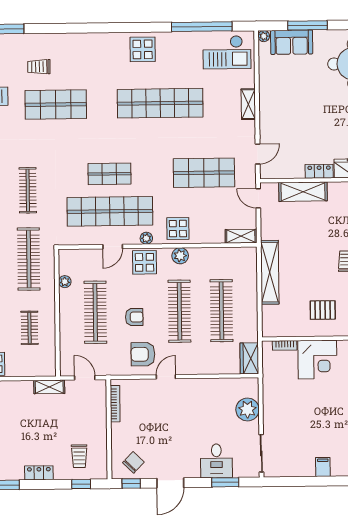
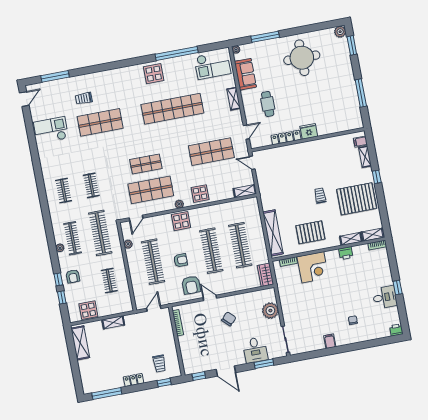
window: (202, 27) -> (177, 53), moved
sofa: (292, 42) -> (245, 74), moved, turned -90
cafe table: (295, 120) -> (268, 104), added
locker: (319, 171) -> (286, 137), width x1.53
clothes rail: (28, 190) -> (91, 185), width x0.73
shelving: (303, 192) -> (282, 153), removed
shop shelf: (110, 211) -> (151, 190), width x0.71
door: (113, 247) -> (136, 218), moved
plant: (180, 256) -> (205, 212), removed
shelving: (270, 272) -> (273, 233), moved
pallet: (323, 310) -> (310, 232), width x1.50, depth x1.42
armchair: (143, 354) -> (191, 285), turned -90
door: (166, 377) -> (210, 298), hinge flipped
door: (85, 378) -> (154, 308), hinge flipped
shelving: (49, 387) -> (113, 322), moved
chair: (133, 462) -> (229, 319), moved
door: (170, 483) -> (226, 371), hinge flipped

